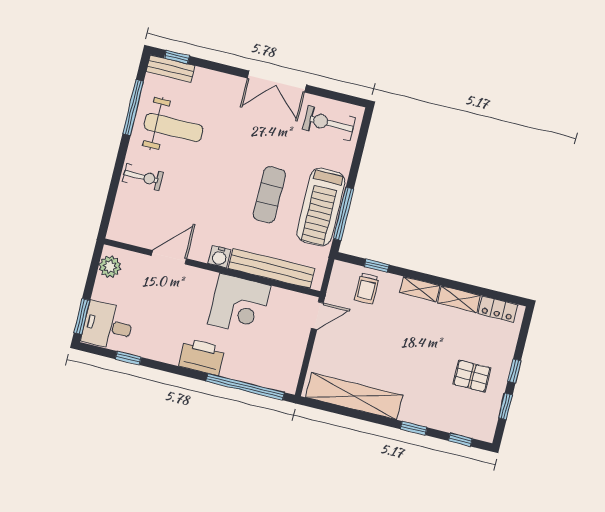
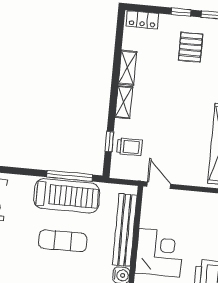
locker: (498, 309) -> (142, 20), moved, turned 90

